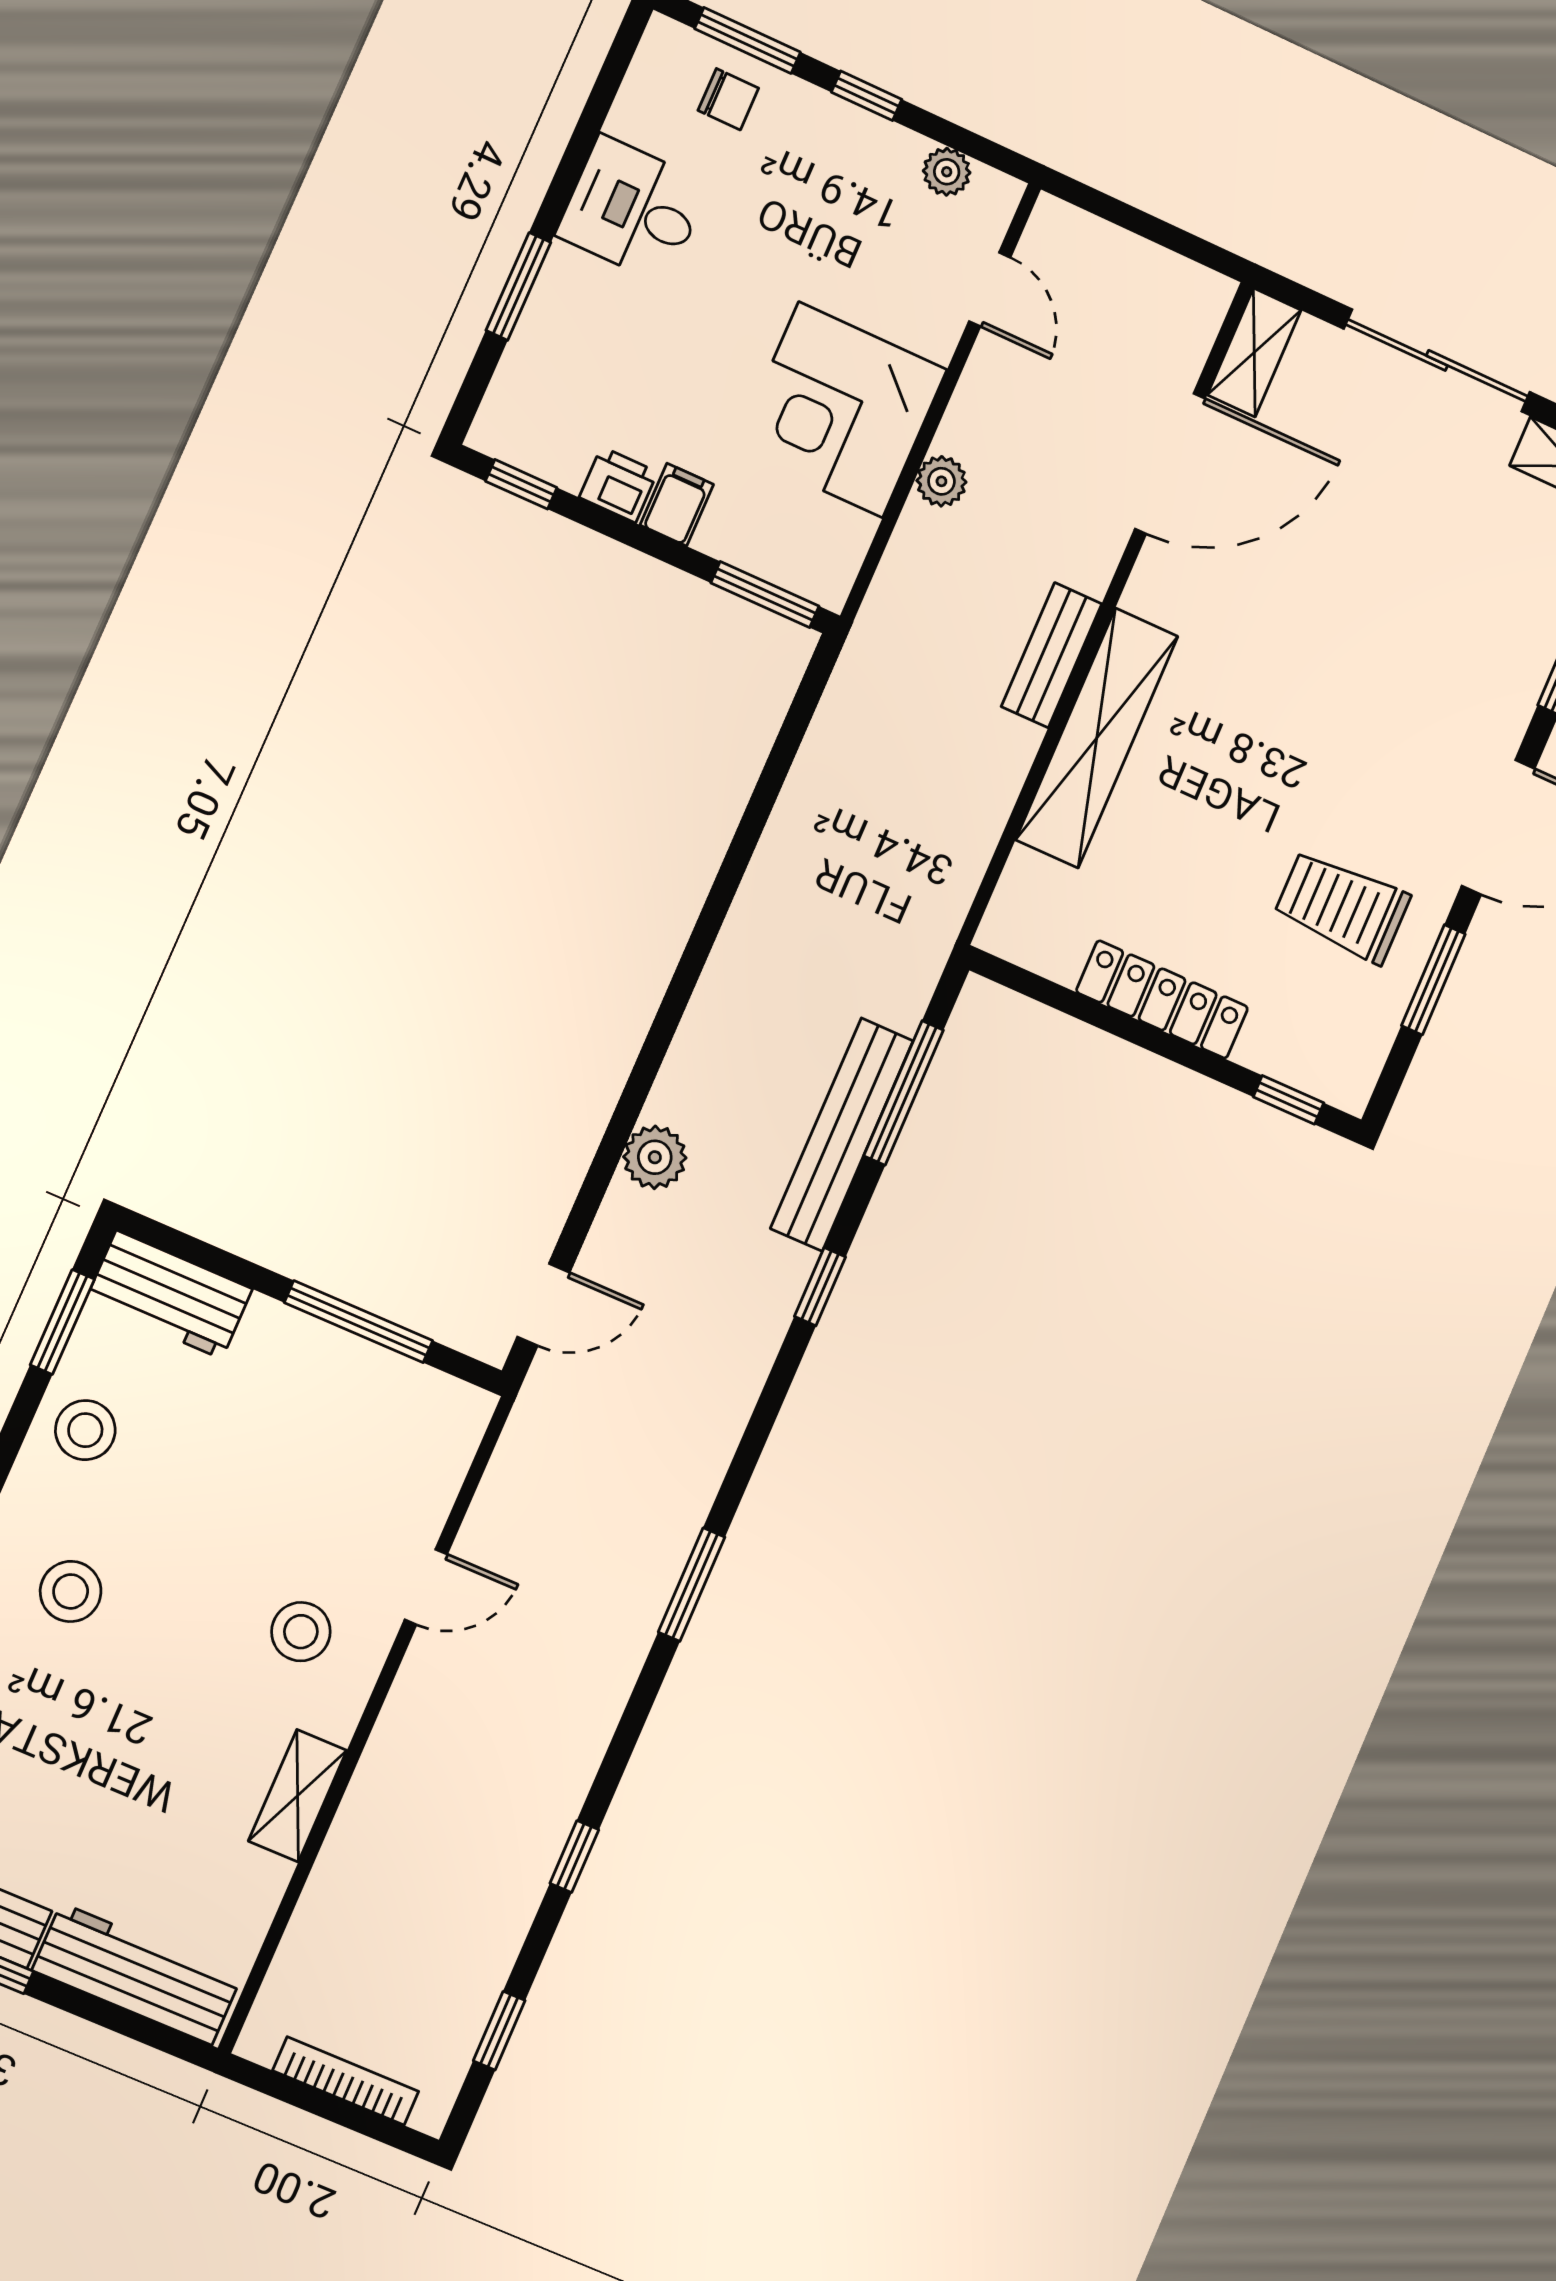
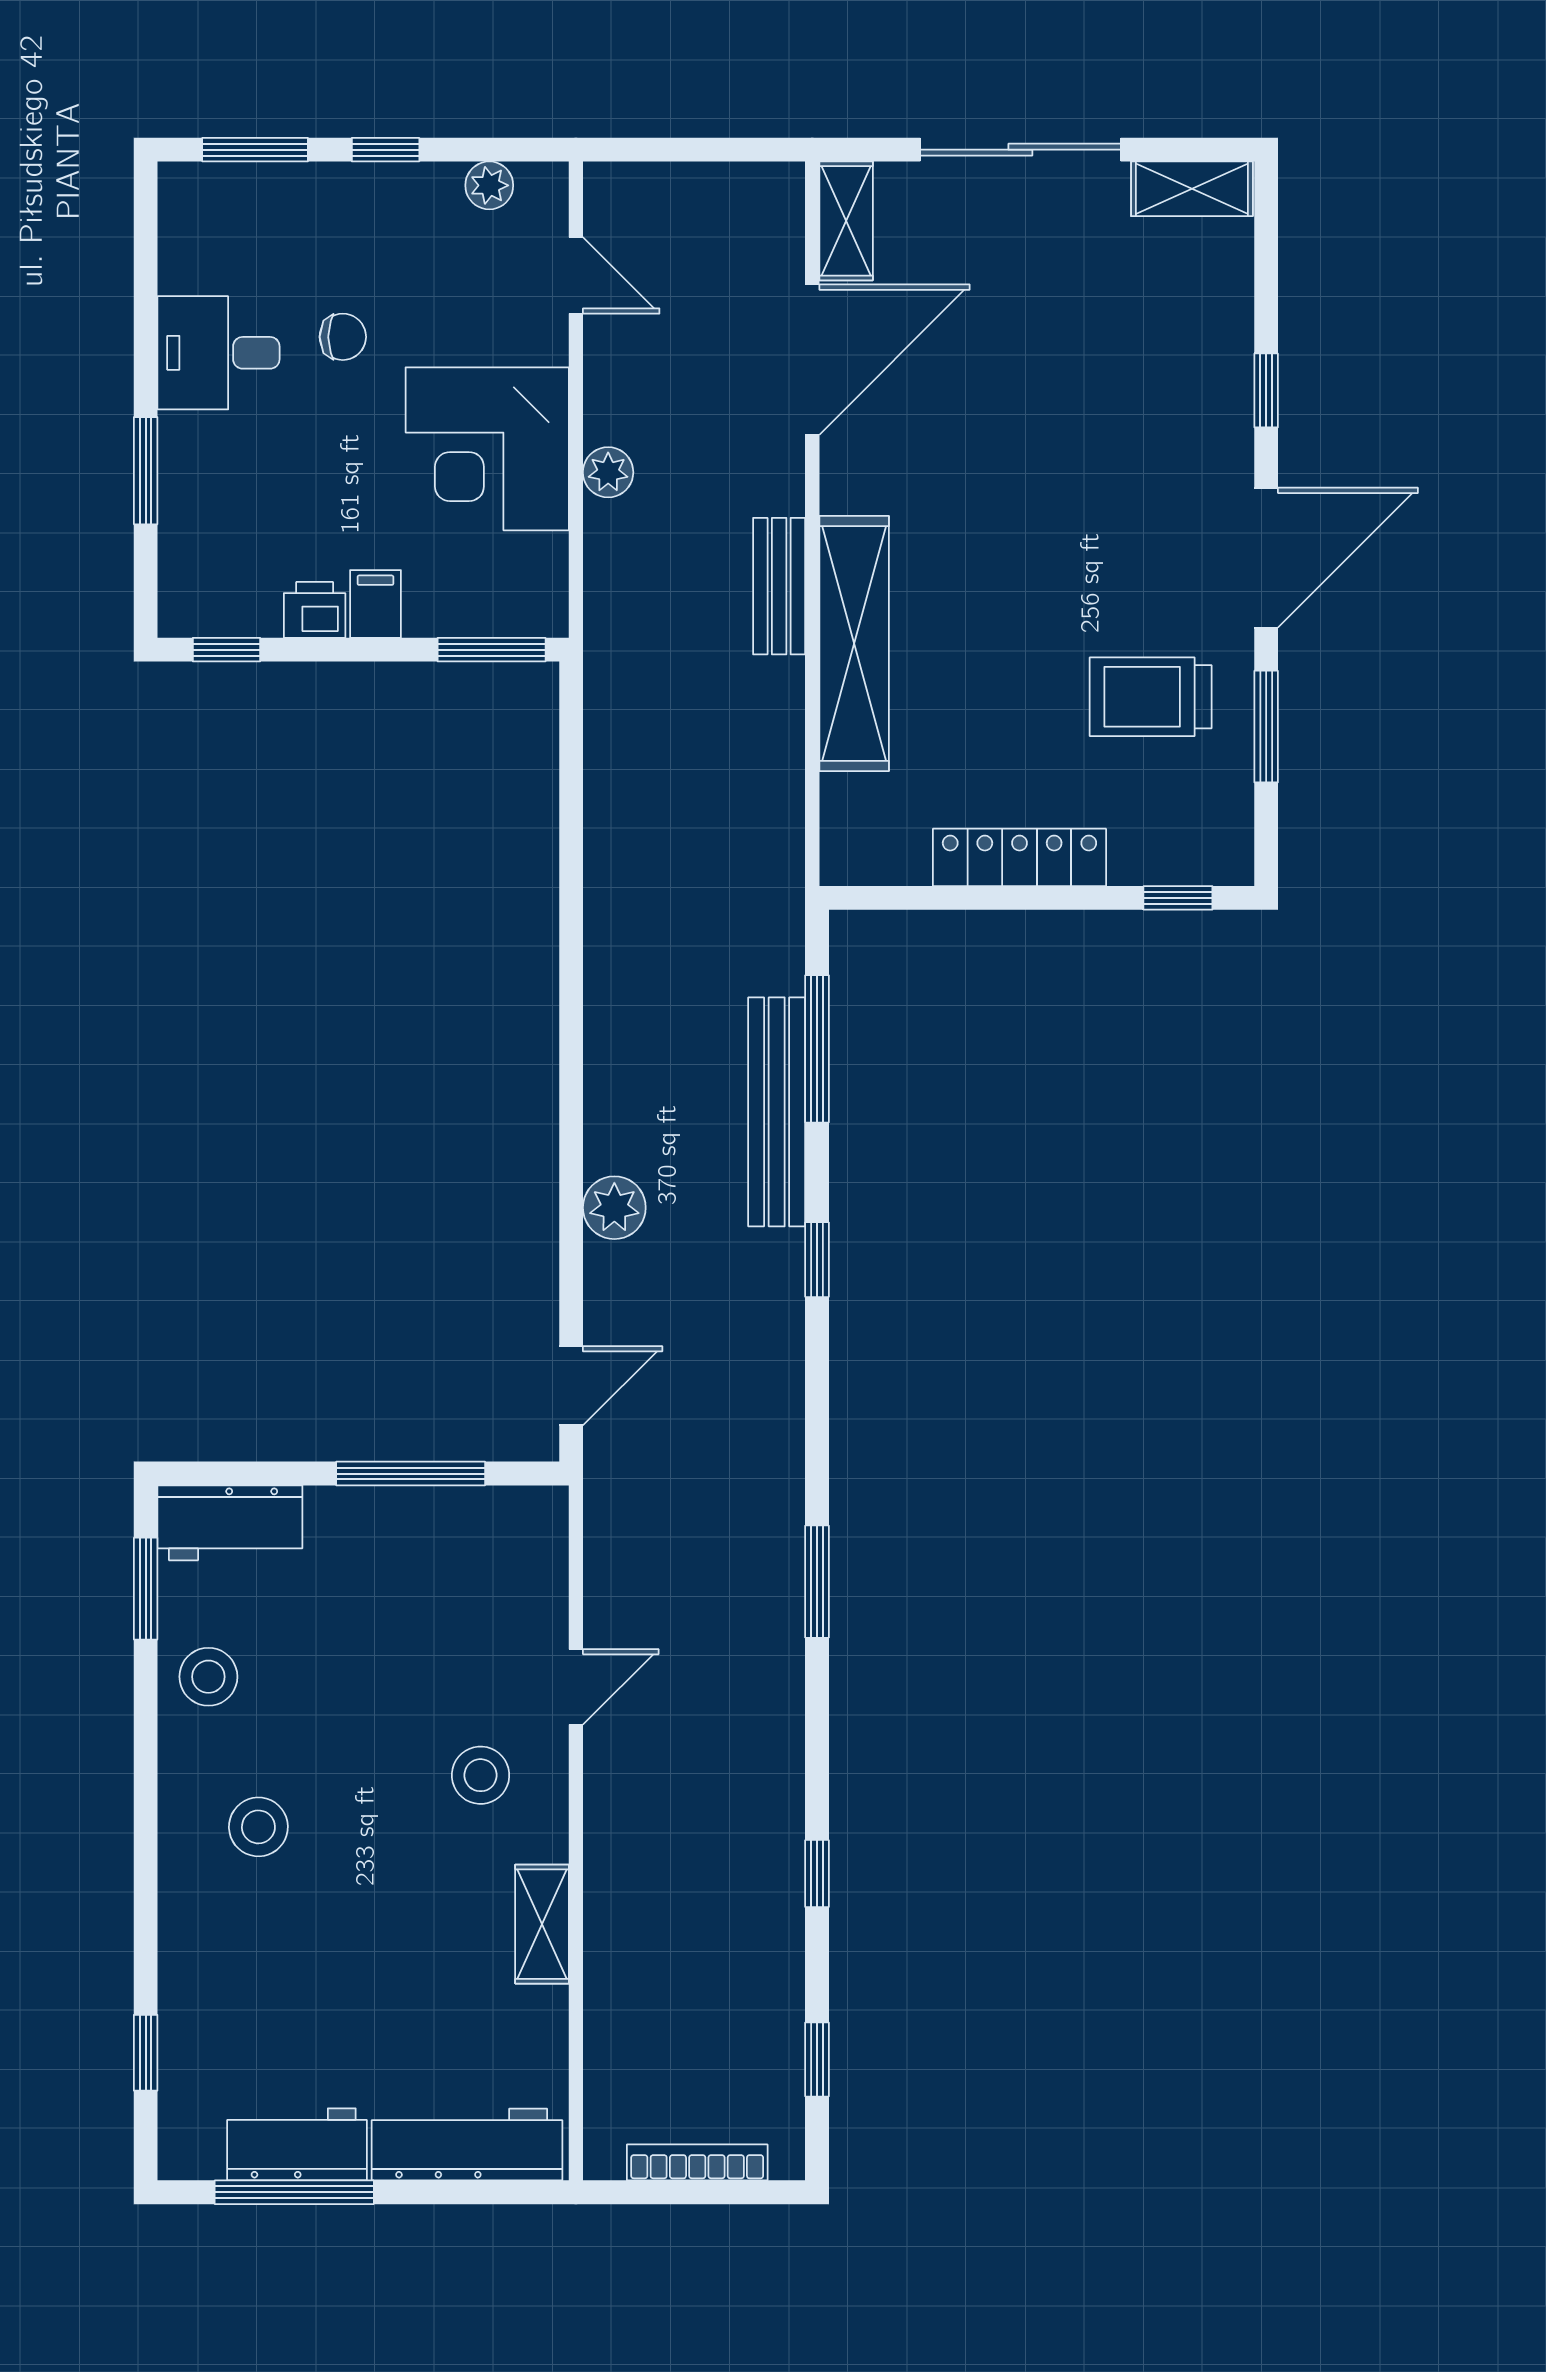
chair: (728, 99) -> (343, 337), moved

